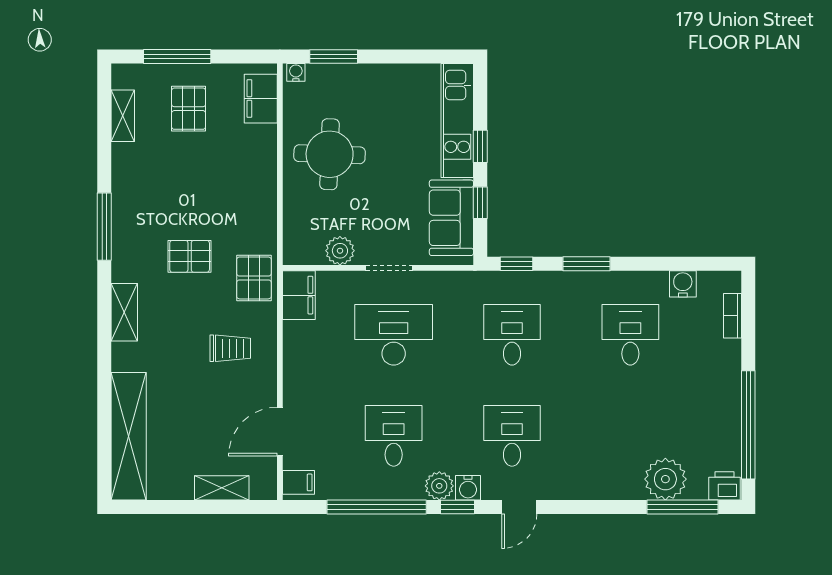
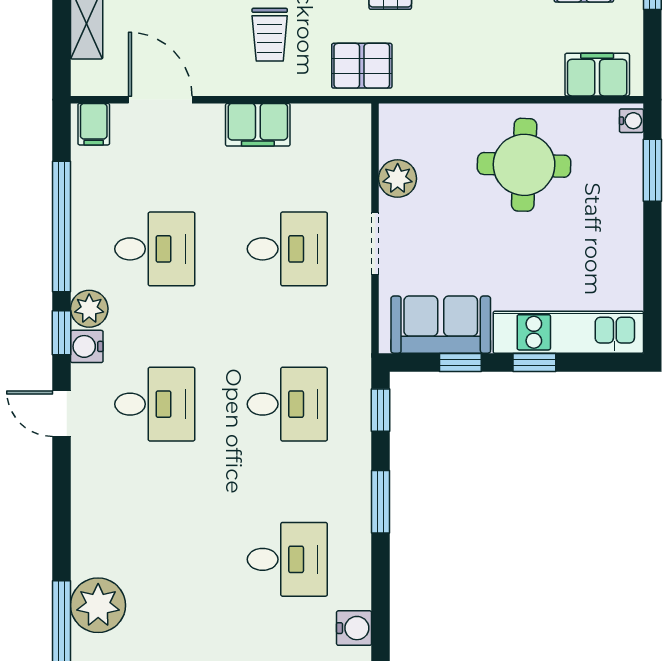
filing cabinet: (299, 295) -> (258, 125), moved
desk: (394, 335) -> (287, 249), width x0.73

